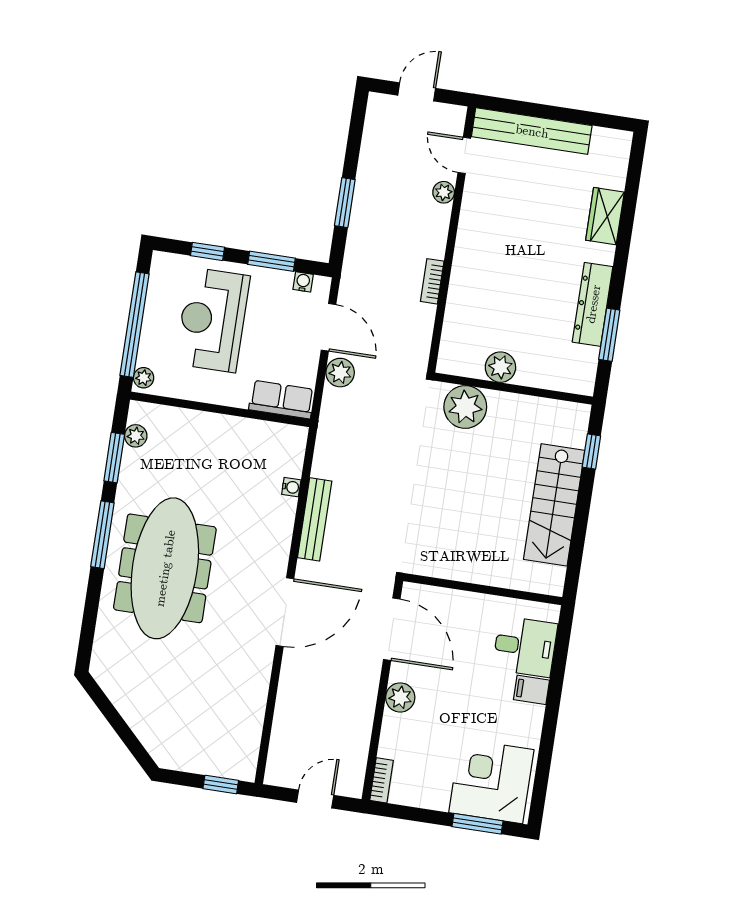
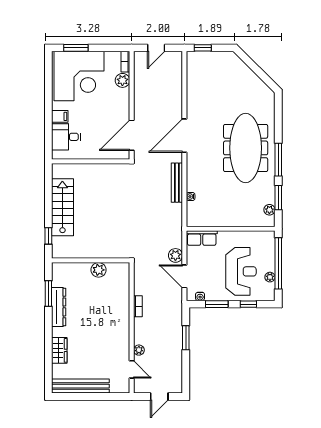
bench: (532, 131) -> (80, 386), moved
plant: (144, 378) -> (270, 277), moved
plant: (465, 407) -> (113, 248), removed
door: (392, 629) -> (132, 135), hinge flipped
plant: (400, 697) -> (122, 80), moved
corner desk: (491, 781) -> (79, 76), width x1.36, depth x1.36

